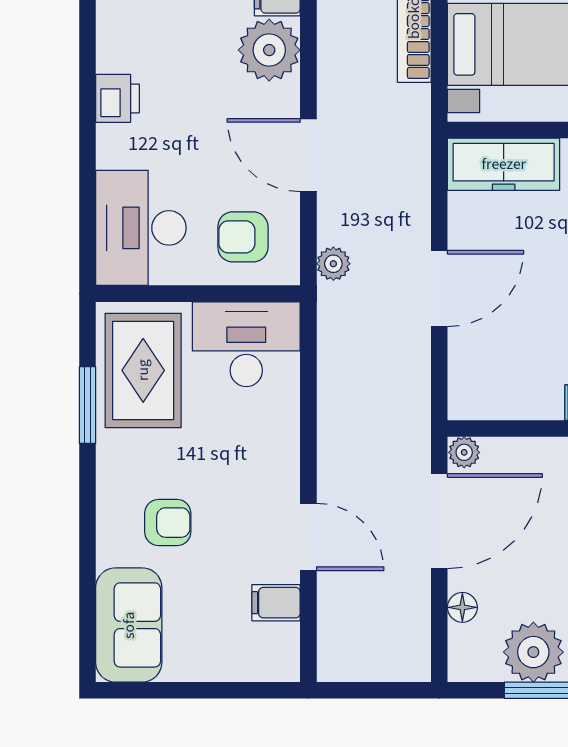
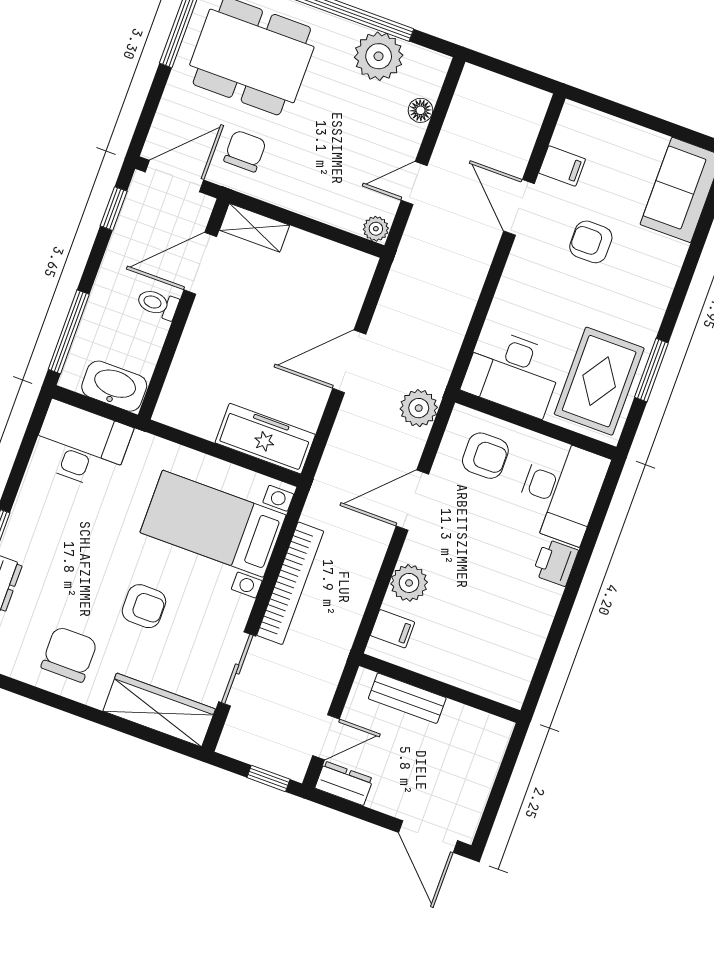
plant: (269, 50) -> (409, 583), width x0.73, depth x0.73
printer: (117, 98) -> (555, 563), moved
door: (308, 155) -> (412, 500), swing flipped
plant: (333, 264) -> (419, 408), width x1.38, depth x1.38
door: (439, 521) -> (414, 183), width x0.53
armchair: (168, 523) -> (591, 242), moved

